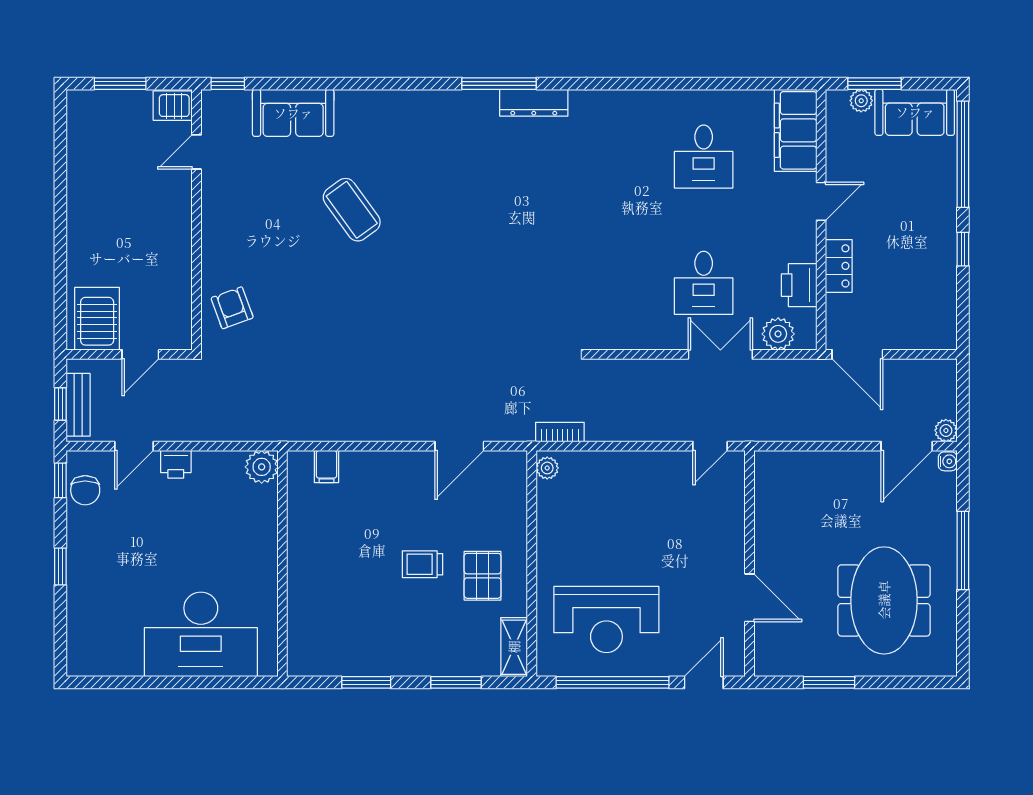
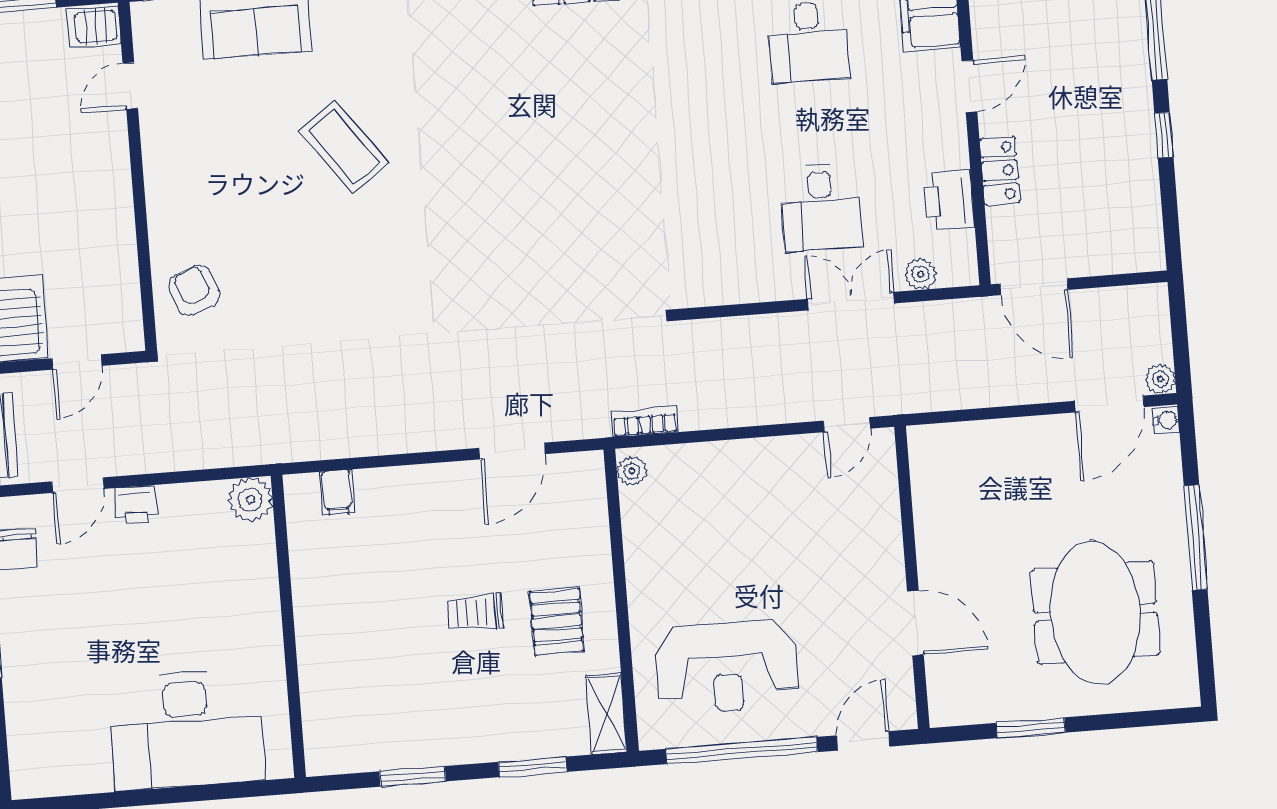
plant: (778, 334) -> (921, 274), width x0.73, depth x0.73

